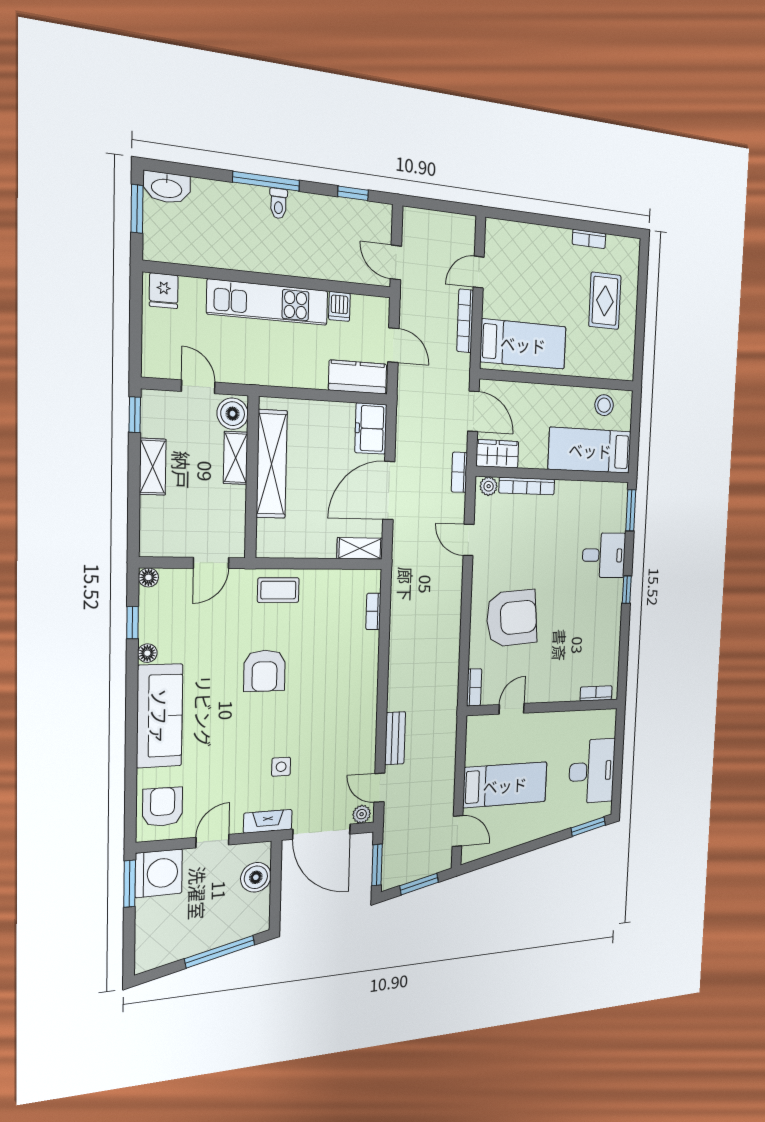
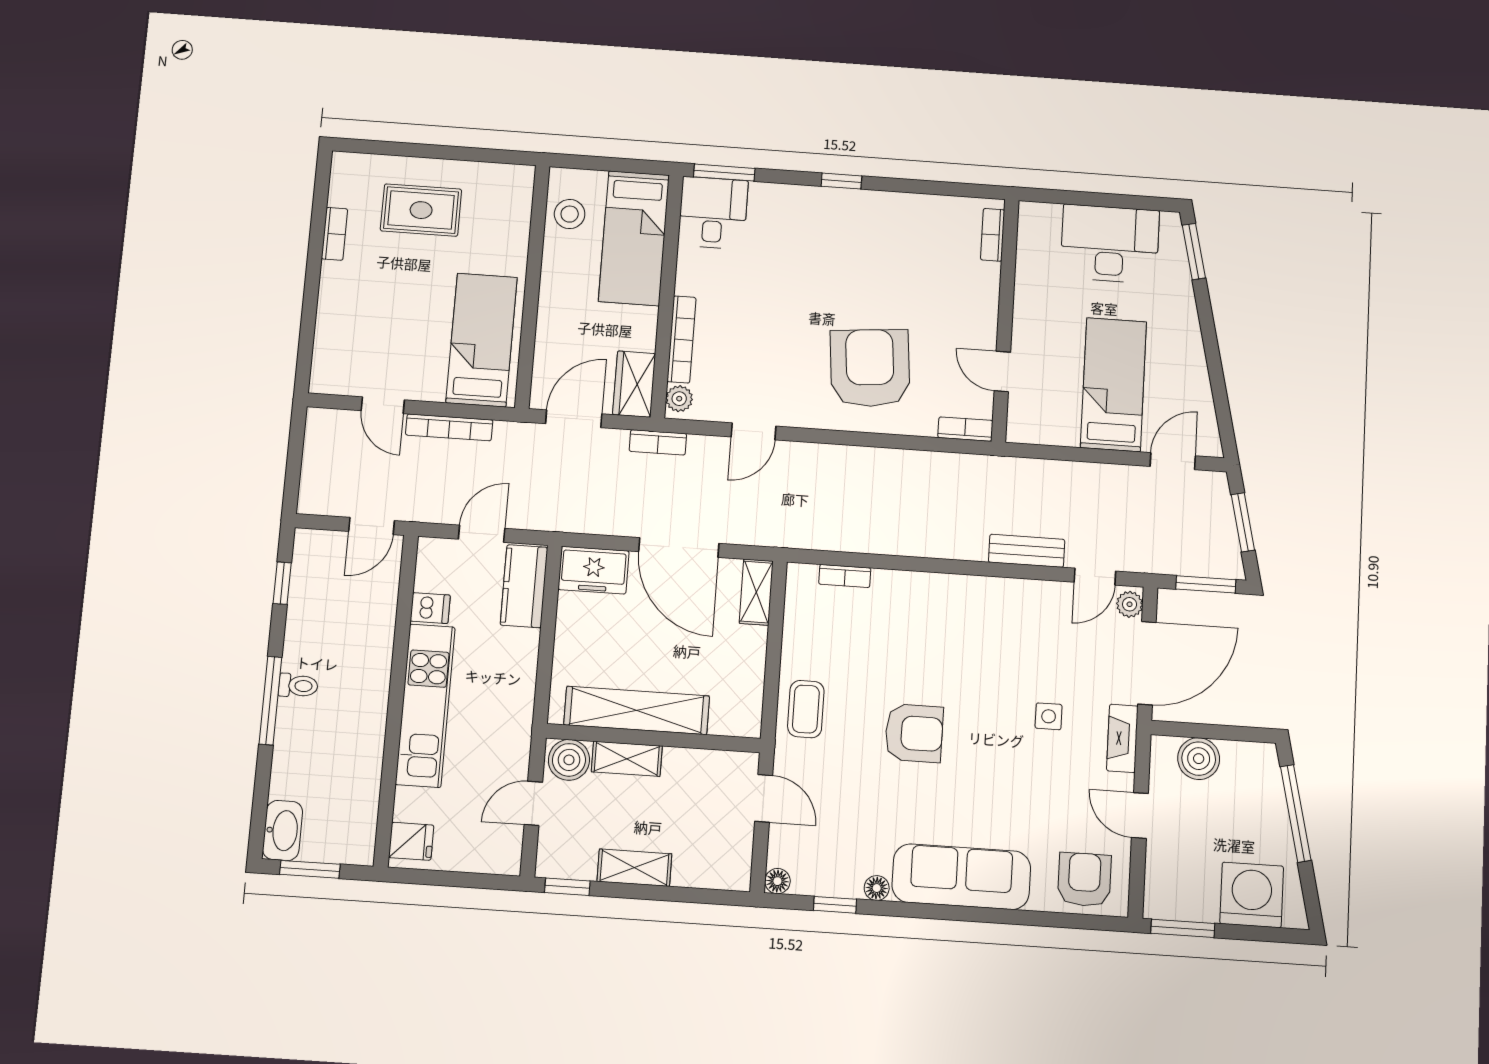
desk: (604, 555) -> (713, 213), moved
armchair: (163, 807) -> (1084, 880), turned 90
washing machine: (159, 873) -> (1252, 895), moved

